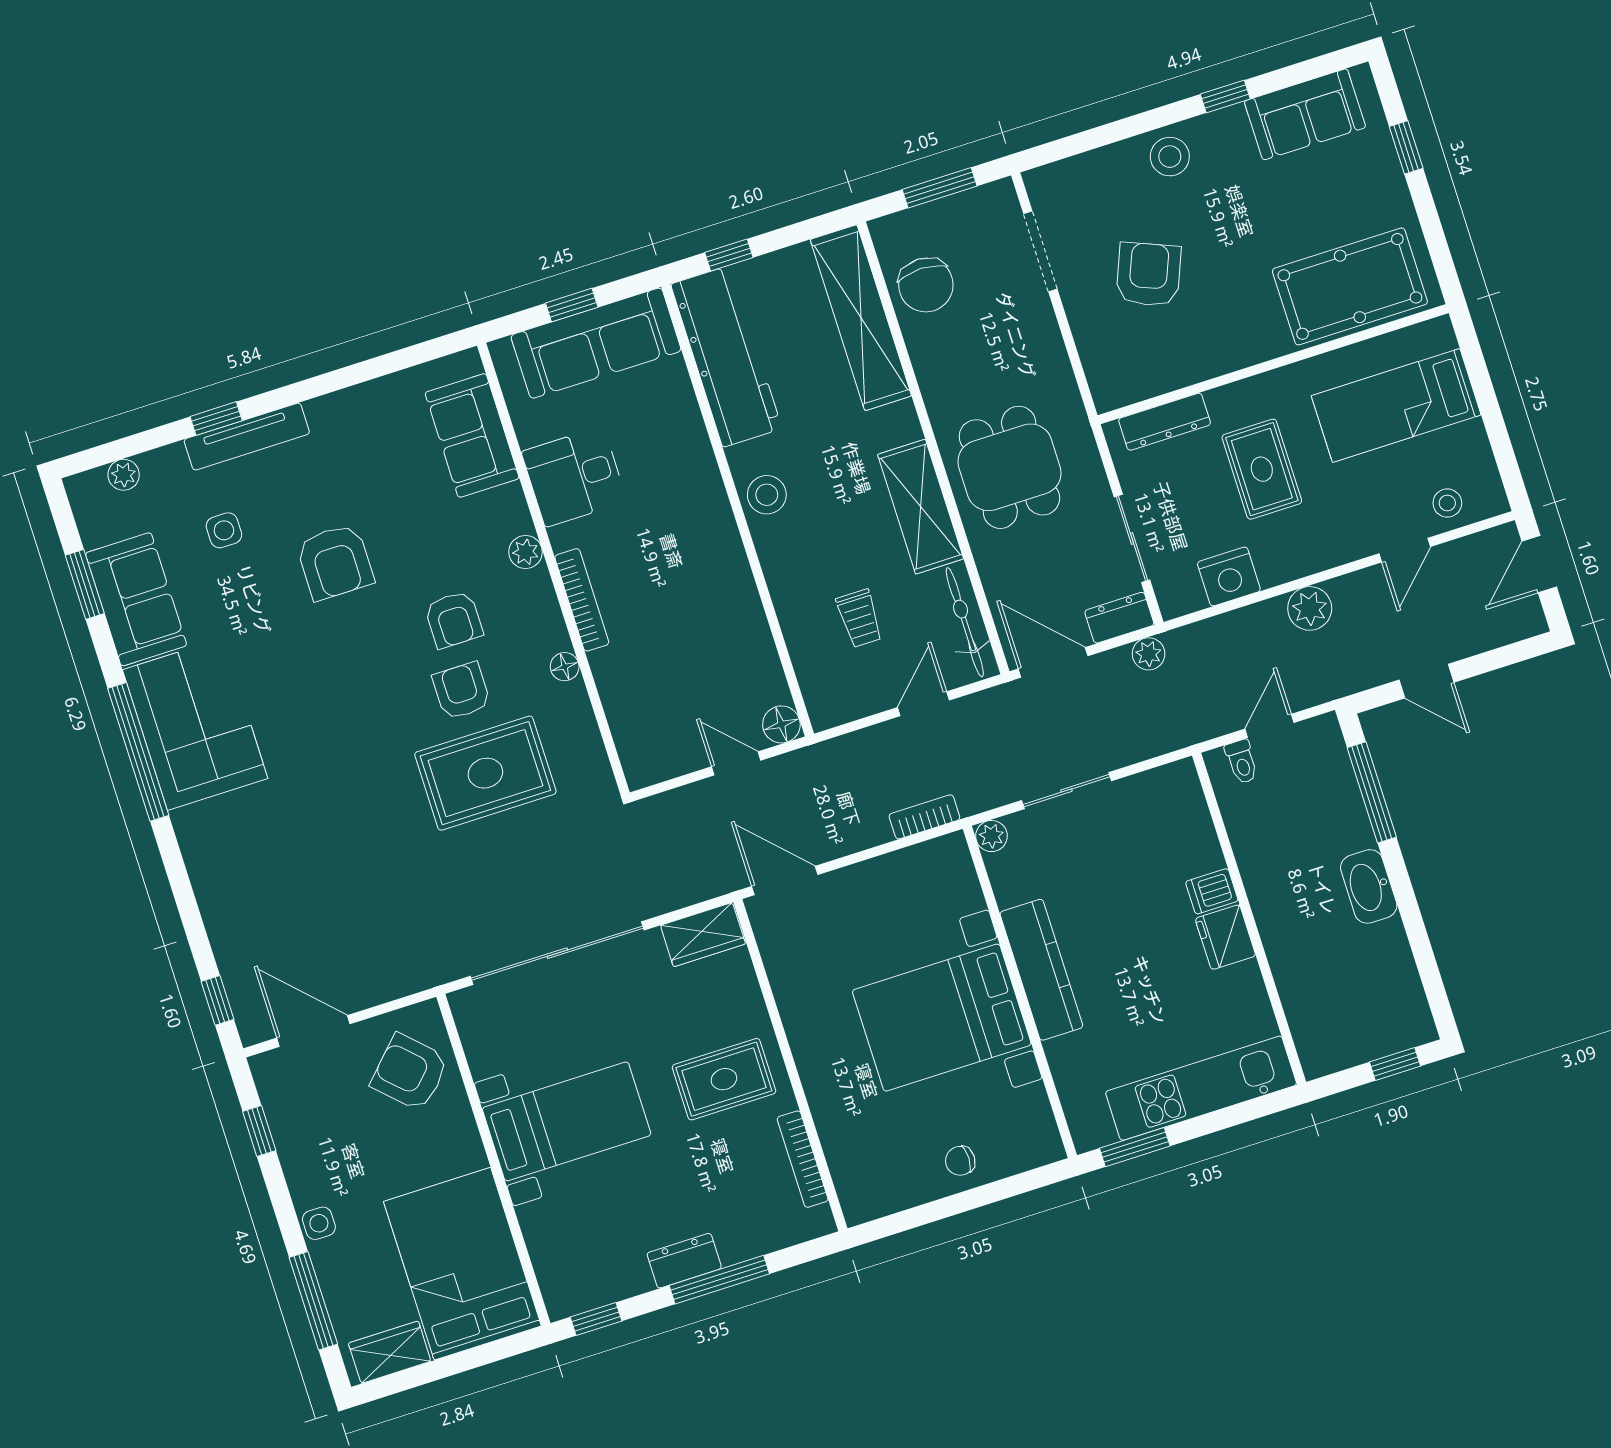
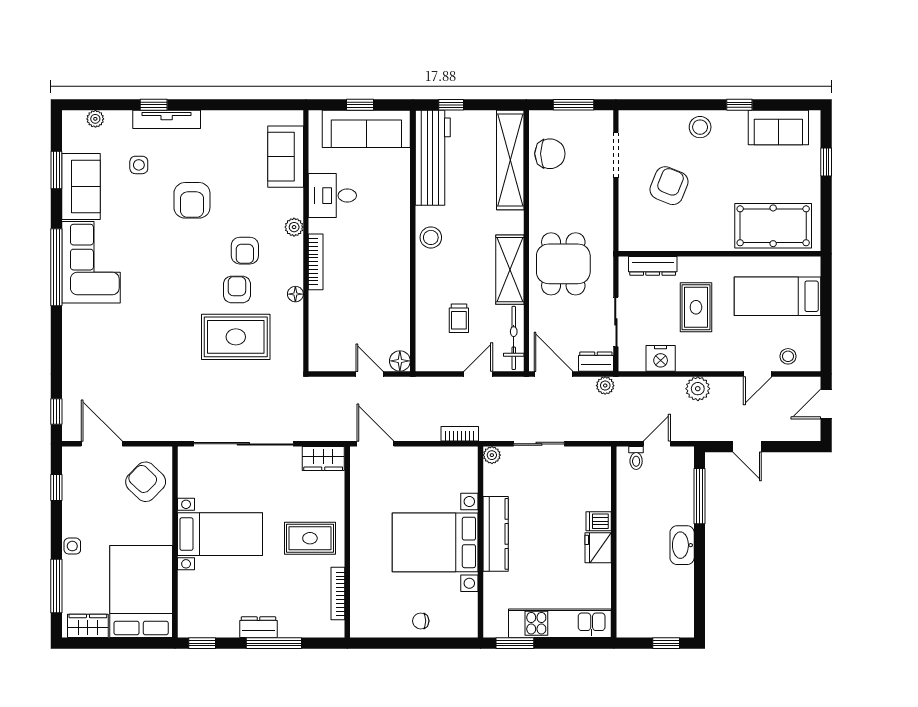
chair: (926, 285) -> (550, 154), turned -90

